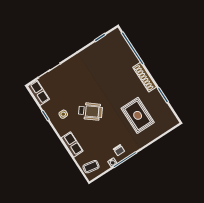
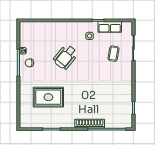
shoe rack: (145, 77) -> (90, 124), moved
row of seats: (39, 93) -> (110, 27), moved
wheelchair: (90, 111) -> (66, 57), moved
row of seats: (72, 144) -> (60, 27), removed
coffee table: (91, 167) -> (114, 54), moved

